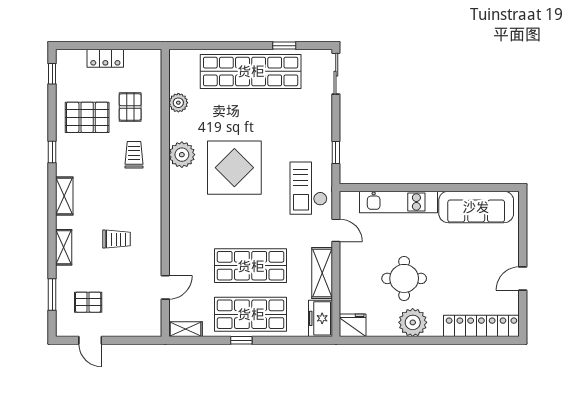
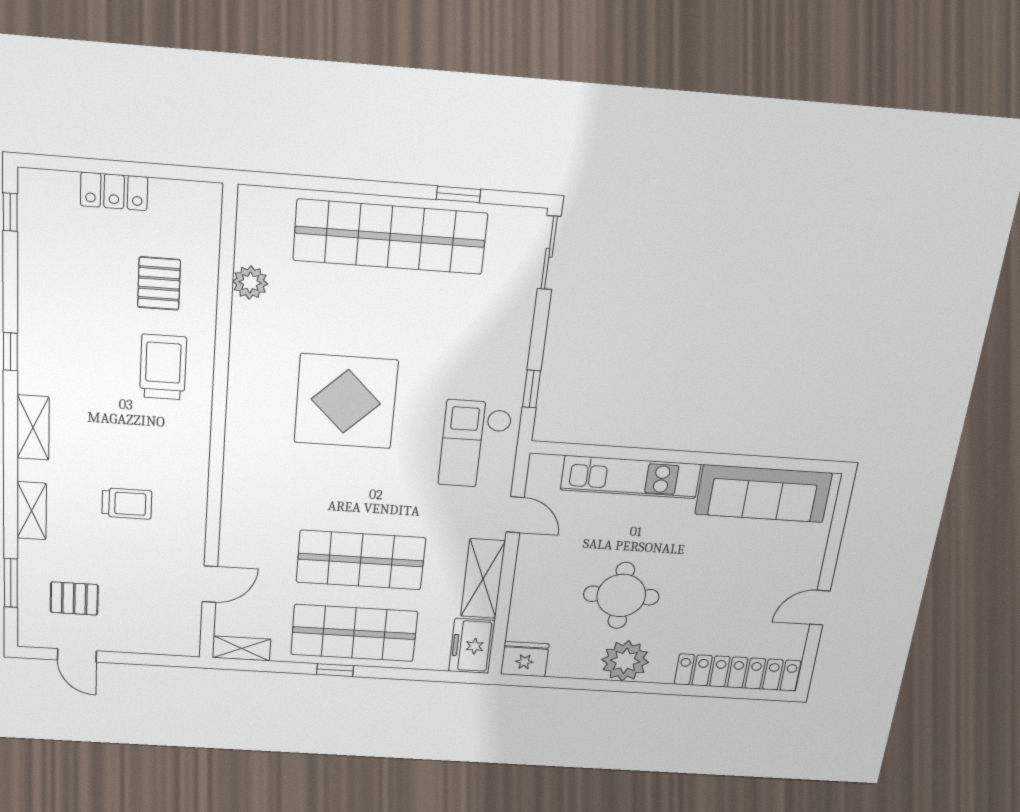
pallet: (87, 117) -> (77, 296), removed
trolley: (134, 155) -> (163, 367), width x1.36, depth x1.39
plant: (182, 155) -> (251, 373), removed

